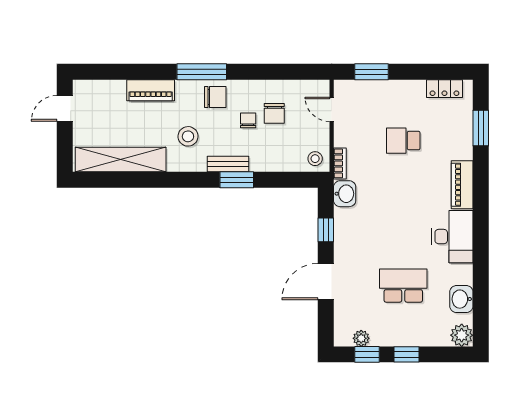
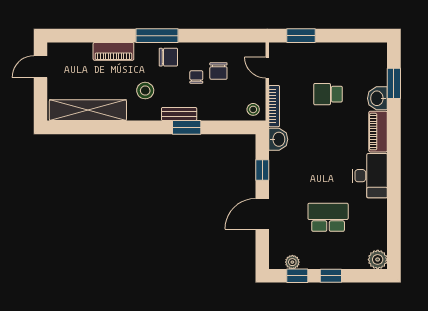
locker: (444, 89) -> (363, 50), removed
bookcase: (340, 163) -> (274, 106), width x1.56
washbasin: (461, 299) -> (377, 98), moved

